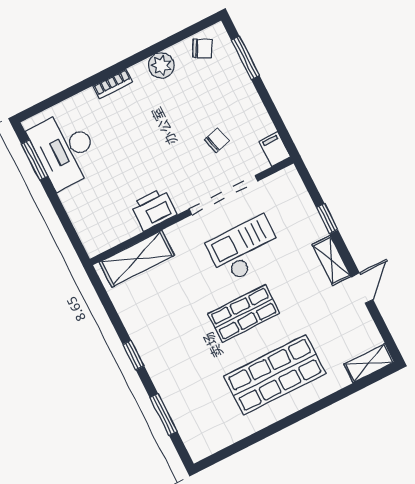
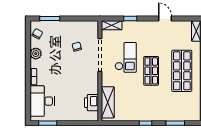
filing cabinet: (275, 149) -> (92, 25), removed
desk: (65, 150) -> (42, 101), moved, turned 90
printer: (154, 209) -> (92, 103), moved
checkout: (245, 249) -> (126, 57), turned 180
shelving: (331, 260) -> (112, 25), moved

